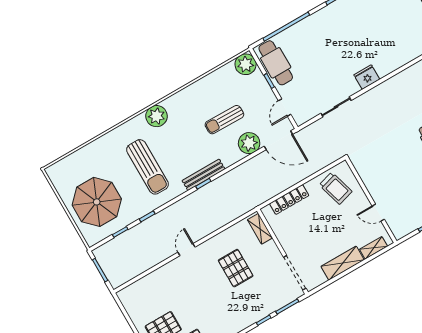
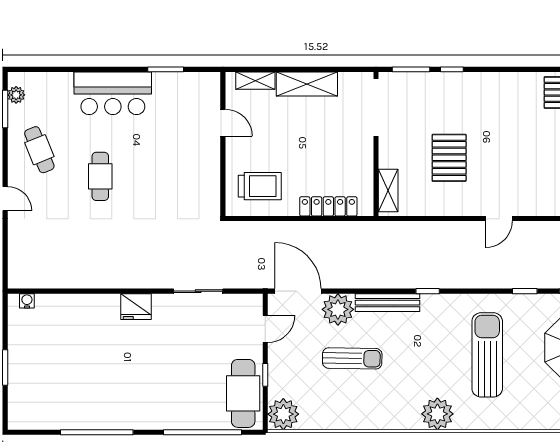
bench: (204, 175) -> (388, 303), moved
trolley: (336, 188) -> (260, 186), turned 106

